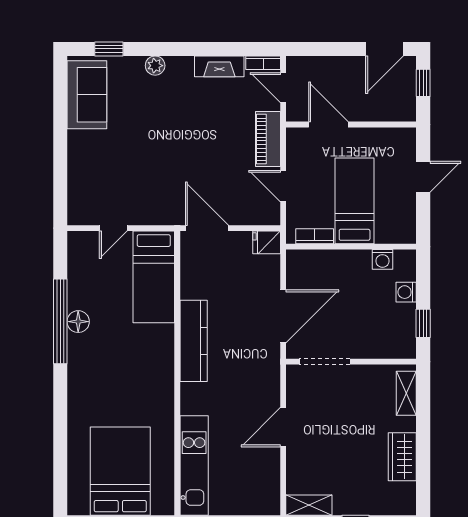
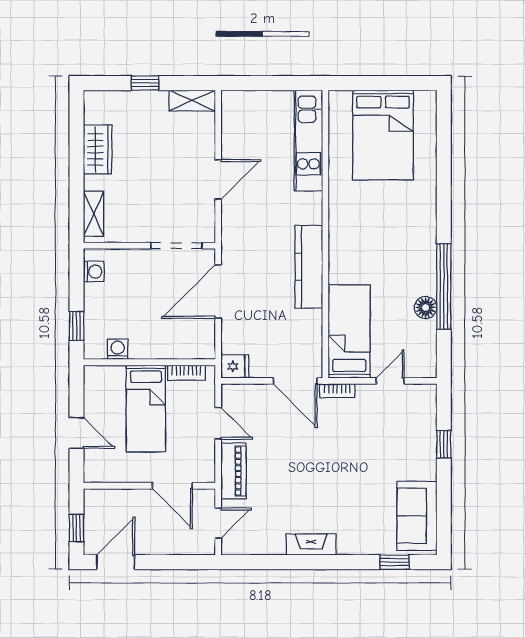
bookcase: (263, 63) -> (337, 391), moved, turned 180
plant: (155, 66) -> (348, 545), removed
fireplace: (219, 66) -> (311, 544), moved
door: (283, 88) -> (218, 523), hinge flipped
window: (60, 165) -> (444, 444), added
door: (423, 177) -> (77, 433), swing flipped
washing machine: (406, 292) -> (94, 272), moved
floor lamp: (78, 322) -> (426, 308), moved
window: (423, 323) -> (77, 326), moved

